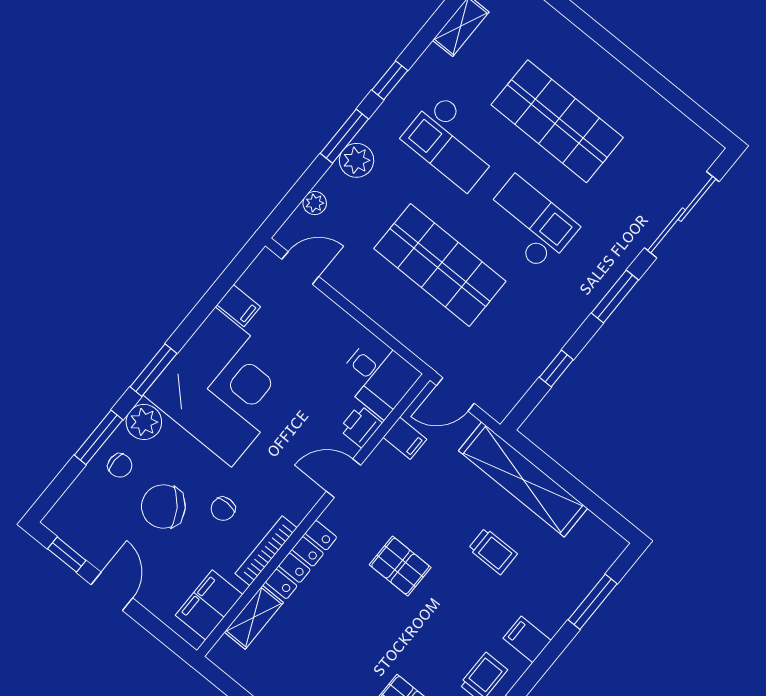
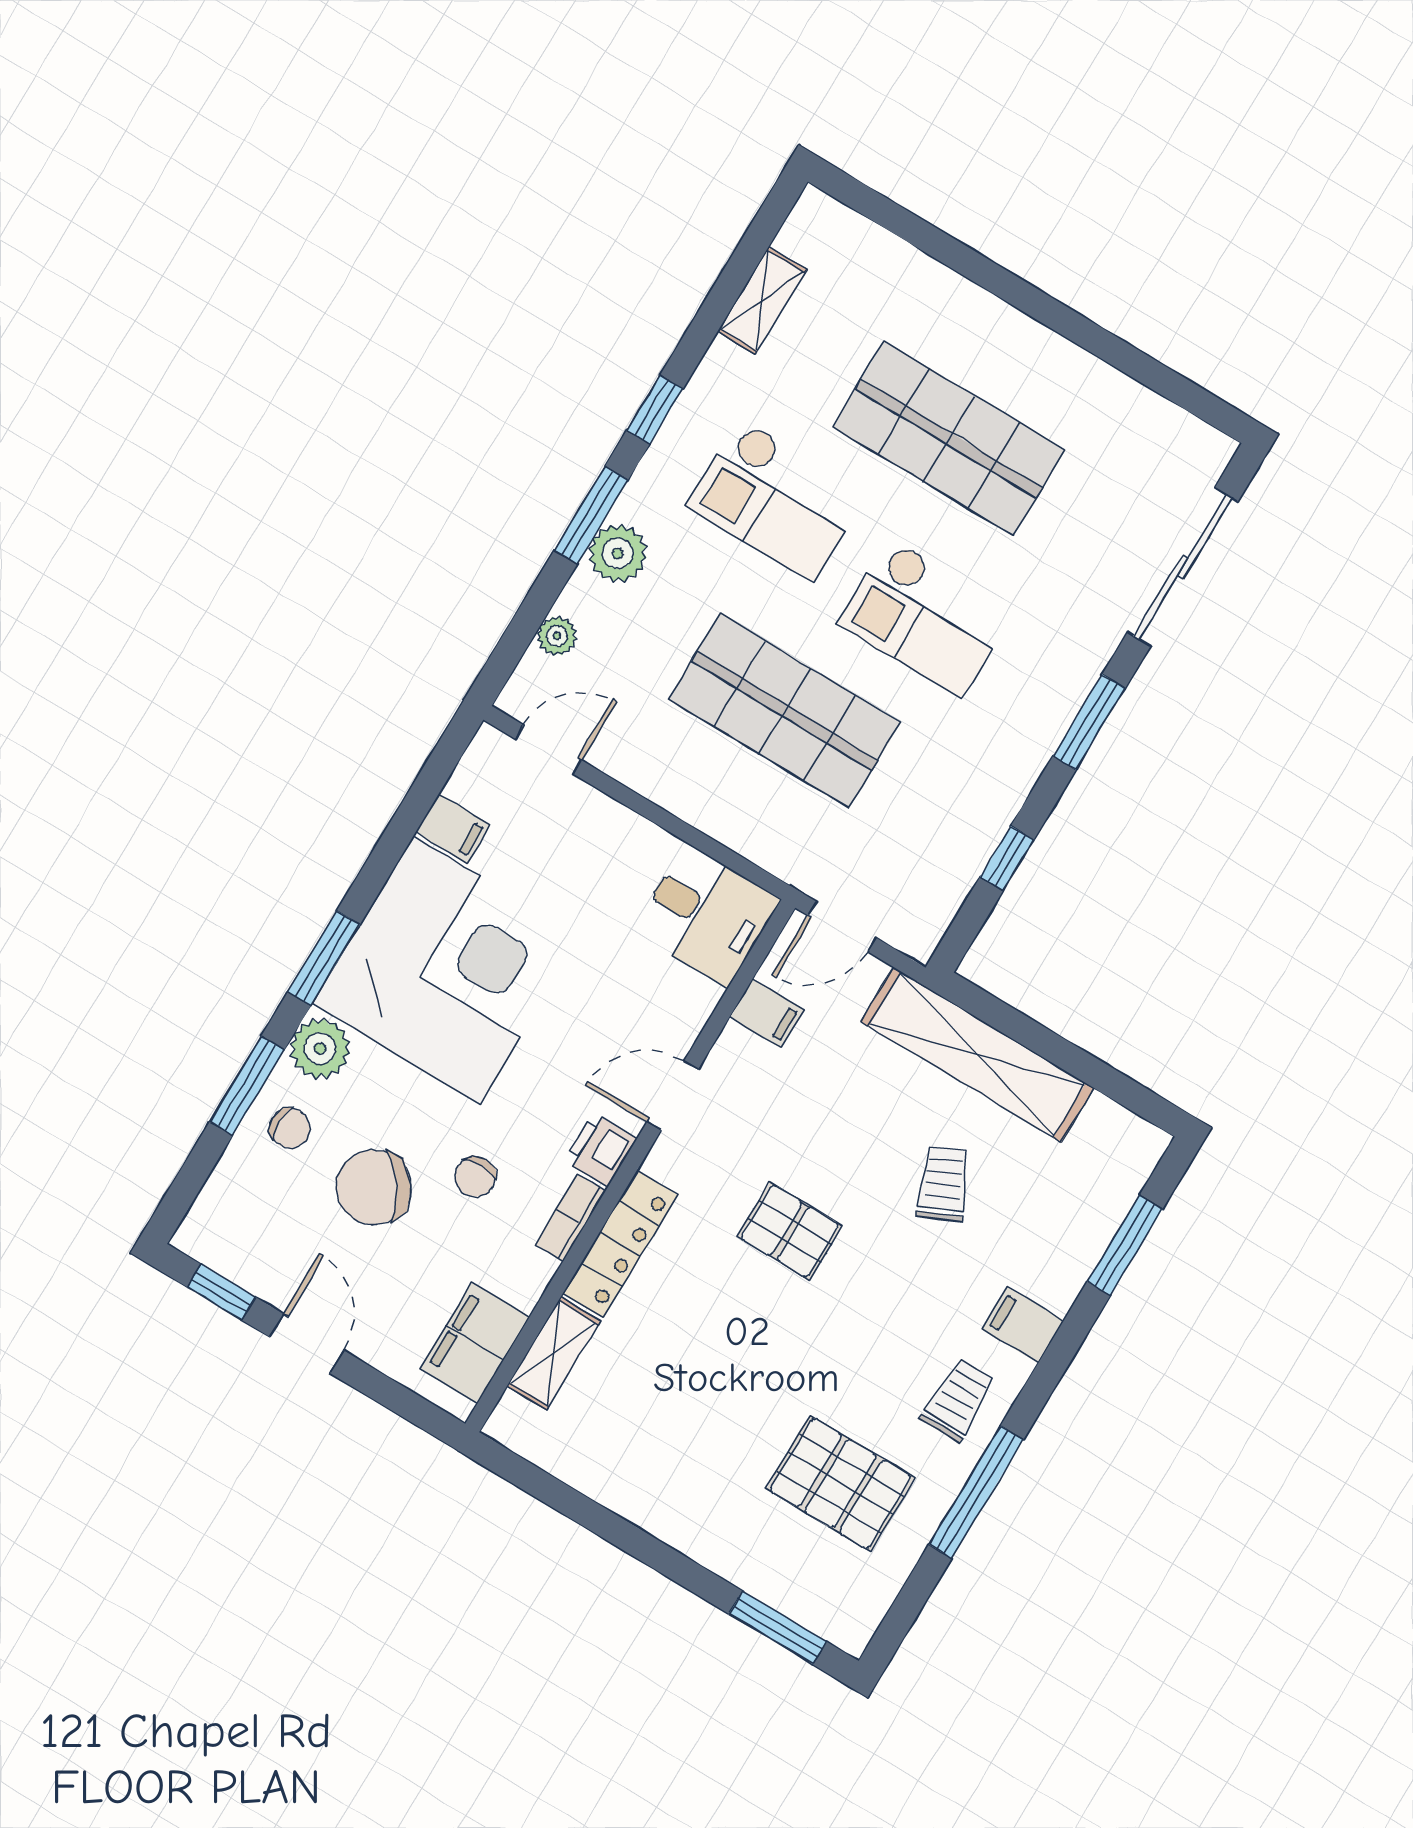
checkout: (529, 223) -> (926, 618), turned 180
printer: (361, 426) -> (601, 1150), moved
bookcase: (266, 551) -> (570, 1218), width x0.64
trolley: (493, 551) -> (943, 1184), turned -114

